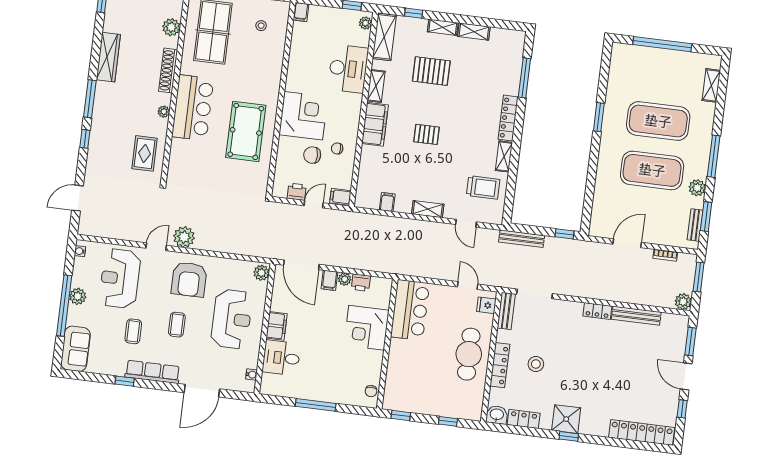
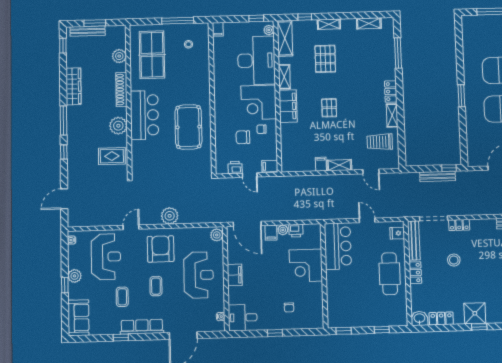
shelving: (474, 32) -> (369, 23), moved
desk: (348, 69) -> (256, 60), width x1.36, depth x1.30
pallet: (431, 71) -> (325, 59), turned 90
plant: (164, 112) -> (118, 126), width x1.87, depth x1.87
corner desk: (303, 116) -> (259, 102), moved, turned 180
window: (599, 117) -> (461, 96), moved
locker: (508, 118) -> (391, 91), width x0.66
pallet: (426, 134) -> (329, 108), turned 90
rug: (144, 153) -> (112, 156), turned 90
trolley: (483, 187) -> (380, 142), turned 180
filing cabinet: (387, 202) -> (321, 164), moved
door: (314, 204) -> (250, 175), swing flipped
plant: (184, 237) -> (170, 216), moved
bench: (522, 239) -> (438, 176), moved
reception desk: (120, 278) -> (106, 257), turned 180
armchair: (189, 279) -> (161, 249), turned 180
door: (468, 286) -> (367, 220), moved
window: (64, 306) -> (65, 285), width x0.32
bench: (506, 311) -> (414, 240), width x1.36
locker: (597, 311) -> (459, 225), moved
desk: (281, 358) -> (243, 318), moved
stool: (536, 364) -> (454, 260), moved
locker: (500, 365) -> (415, 273), width x0.66
chair: (371, 391) -> (289, 307), moved
window: (316, 405) -> (275, 333), width x0.46

